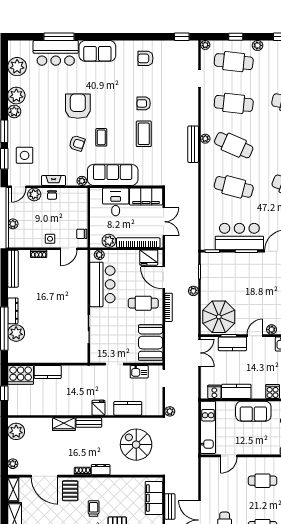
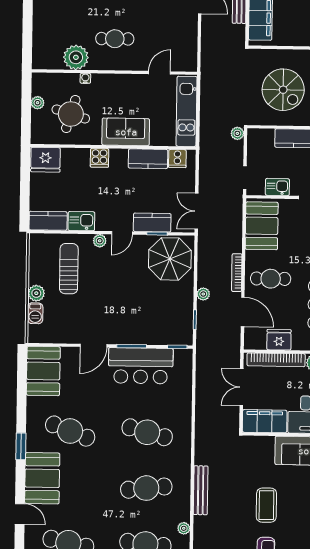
plant: (205, 139) -> (184, 528), moved
cafe table: (234, 145) -> (146, 488), turned -30
fridge: (149, 258) -> (279, 340), moved

